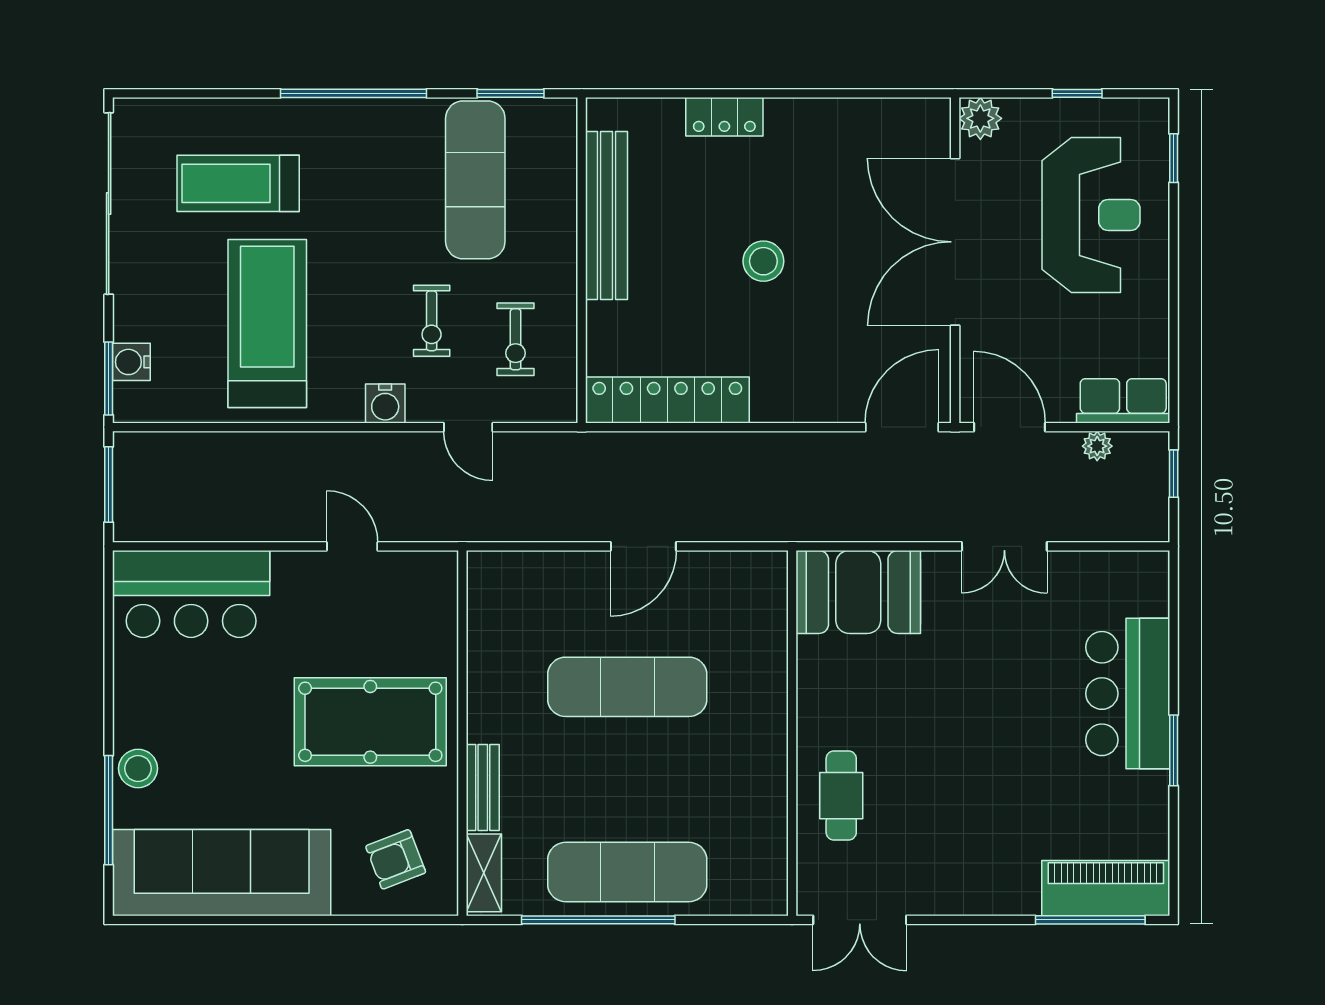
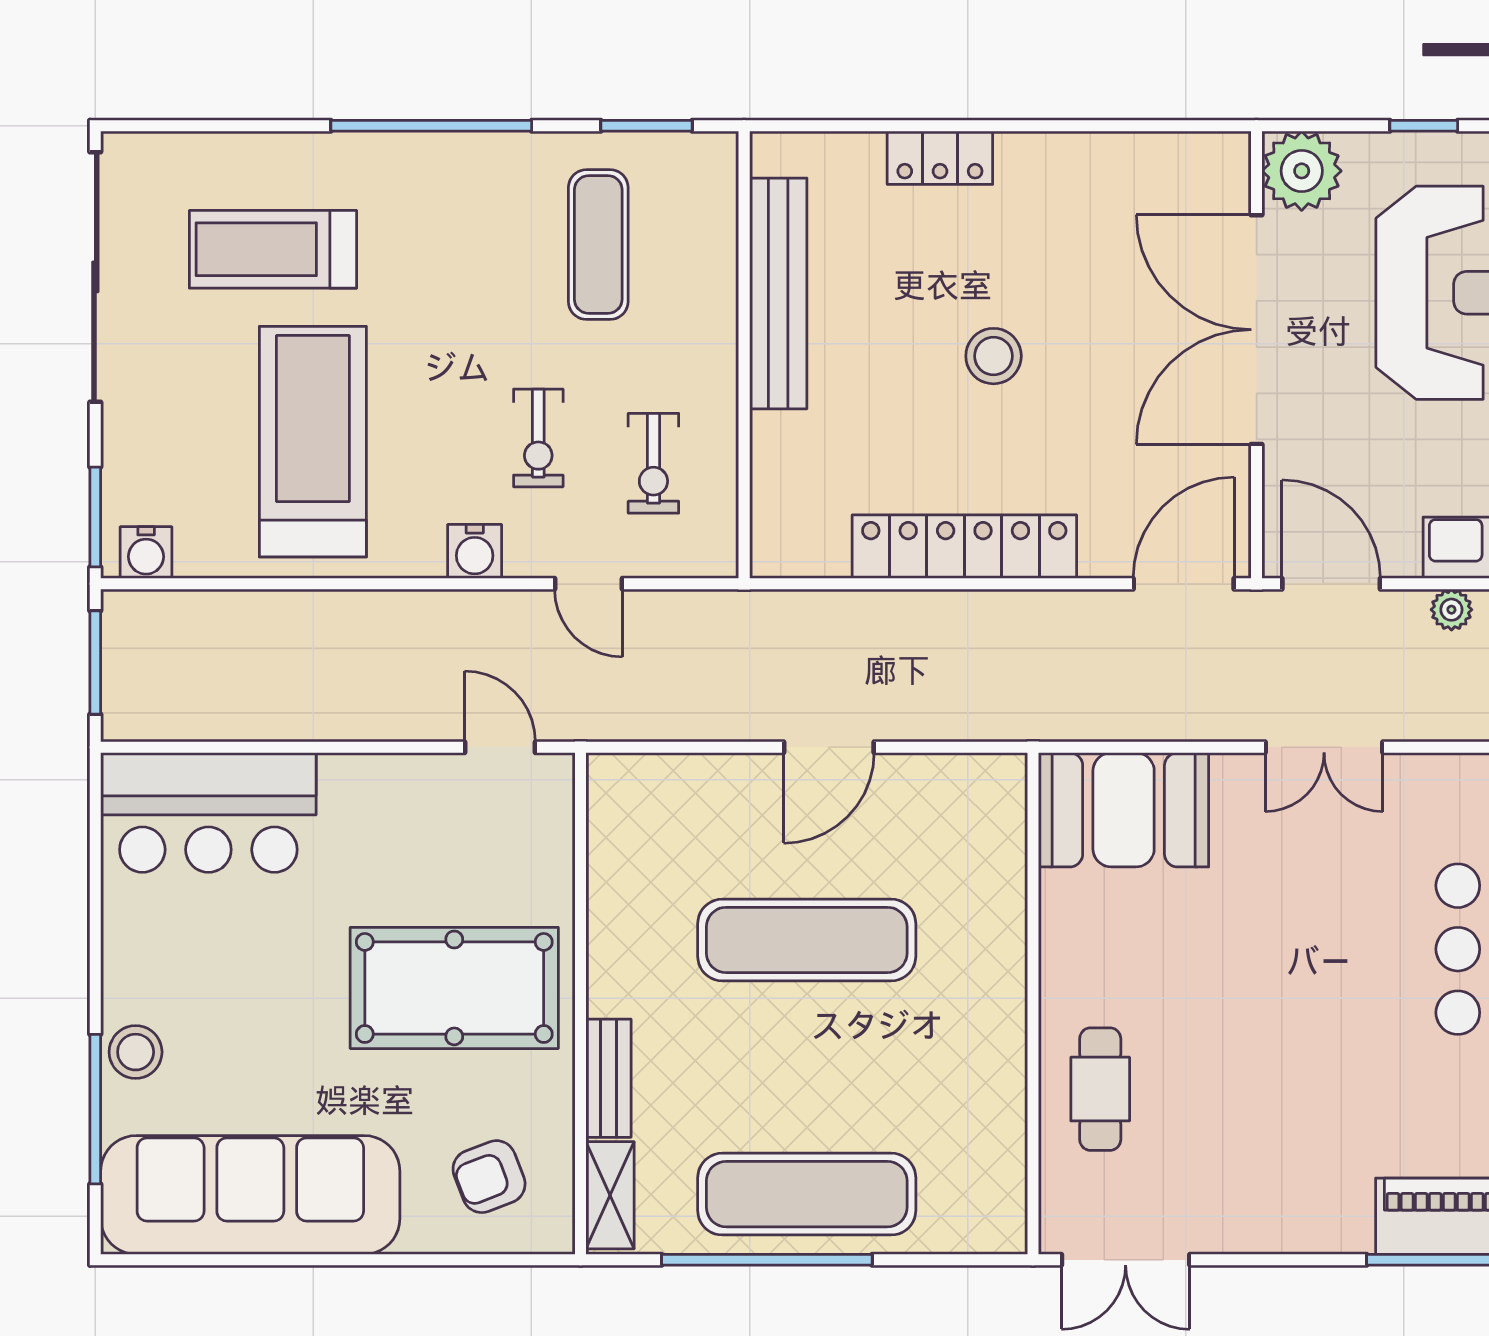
plant: (980, 118) -> (1302, 171), width x1.36, depth x1.36
exercise mat: (475, 180) -> (598, 245), width x0.73, depth x0.69
water cooler: (131, 362) -> (146, 552), moved, turned -90
locker: (667, 400) -> (964, 547), moved
door: (352, 546) -> (500, 747), moved

